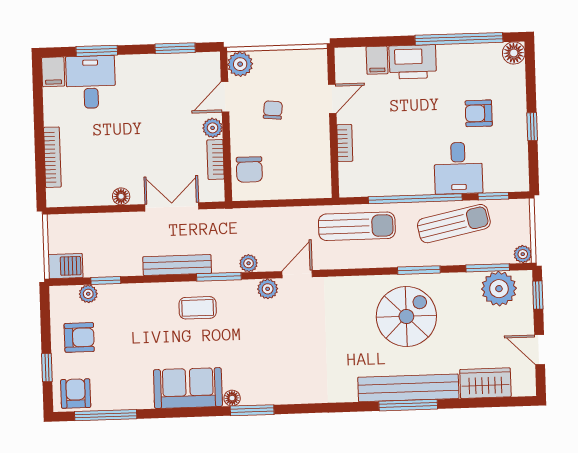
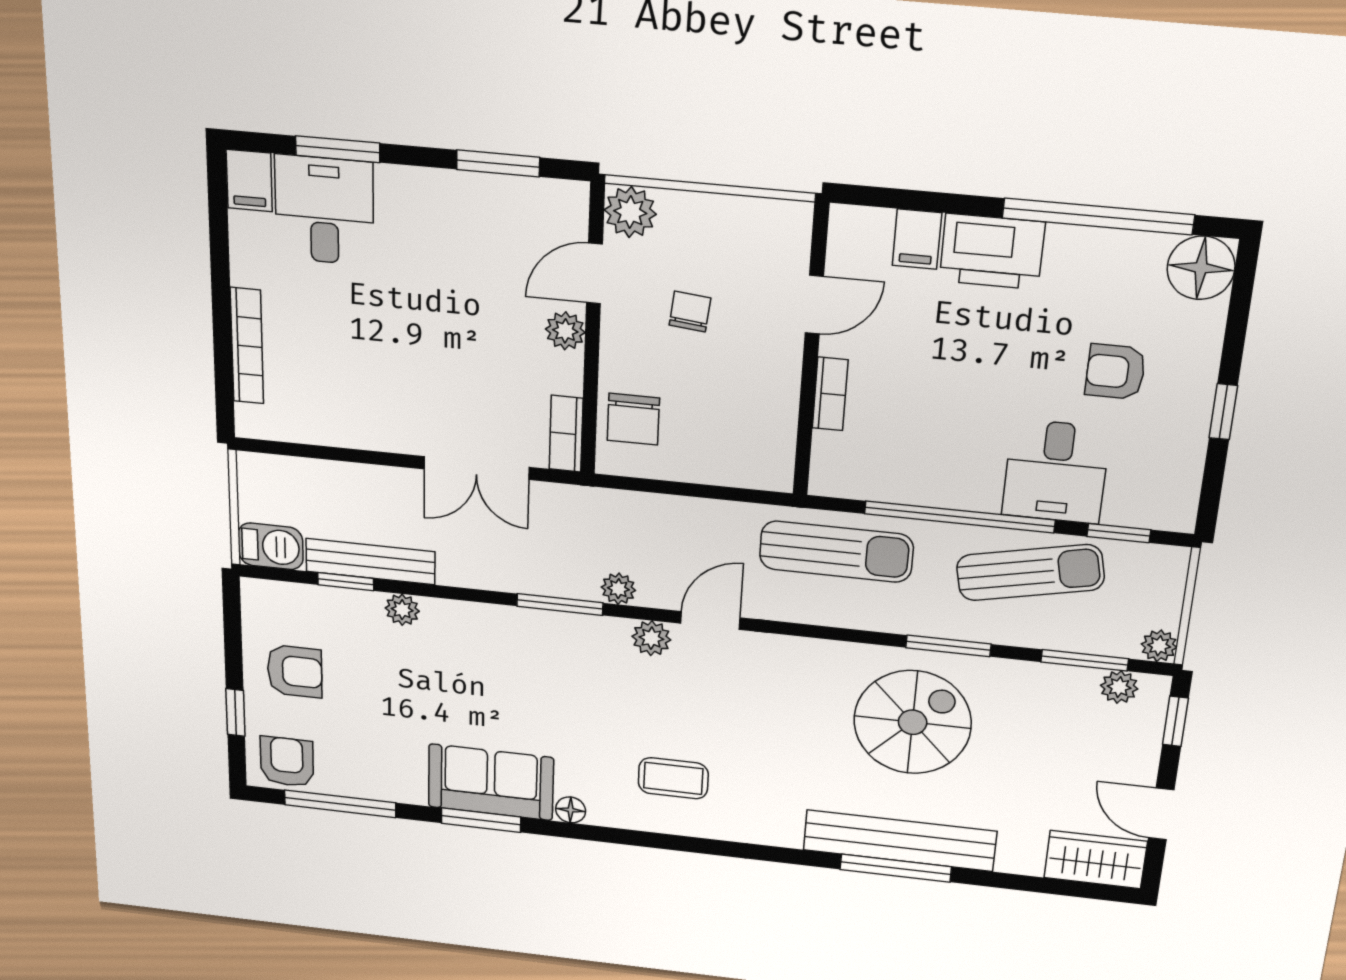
floor lamp: (514, 53) -> (1201, 268), width x1.38, depth x1.38
bookcase: (216, 159) -> (566, 434), moved
floor lamp: (121, 196) -> (379, 436), removed
double door: (172, 207) -> (476, 468), swing flipped
bench: (177, 265) -> (370, 561), moved
plant: (499, 289) -> (1119, 687), width x0.53, depth x0.53
plant: (88, 294) -> (402, 610), moved
coffee table: (198, 308) -> (673, 778), moved
wardrobe: (485, 383) -> (1095, 860), moved
window: (252, 410) -> (481, 820), moved

